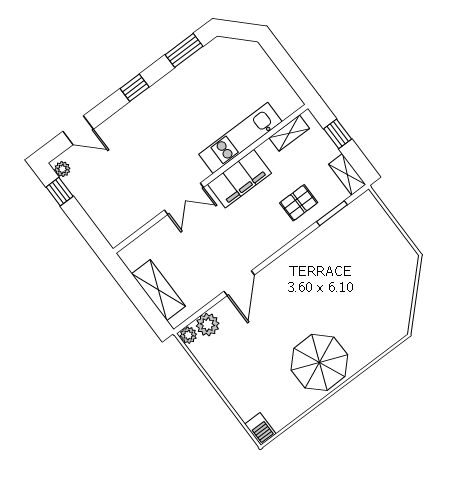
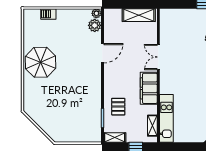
kitchen unit: (240, 138) -> (166, 118), moved
door: (239, 283) -> (102, 53), swing flipped
shelving: (158, 290) -> (139, 15), moved
barbecue: (260, 429) -> (48, 14), moved

